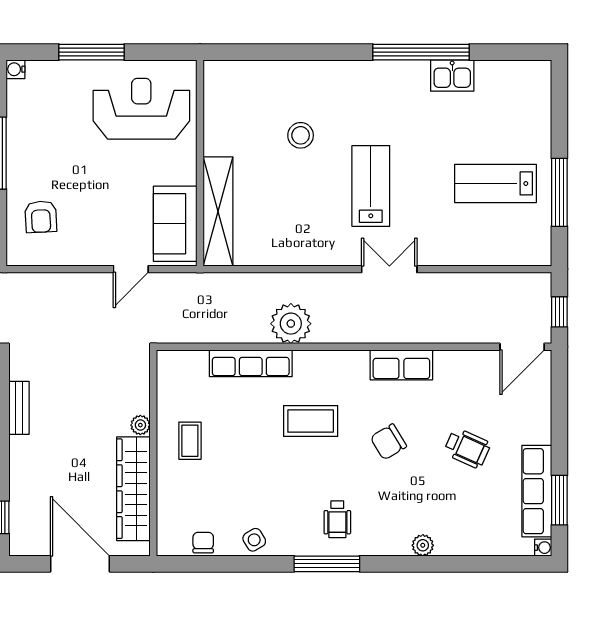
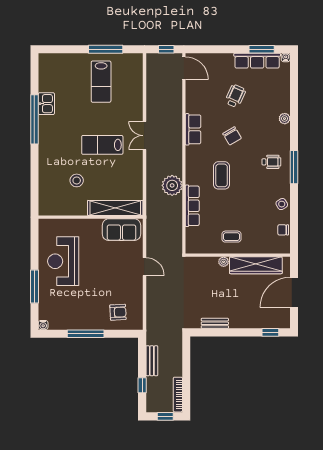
wall: (200, 163) -> (91, 217), moved
shelving: (218, 211) -> (115, 208), moved
sofa: (175, 224) -> (121, 230), moved

